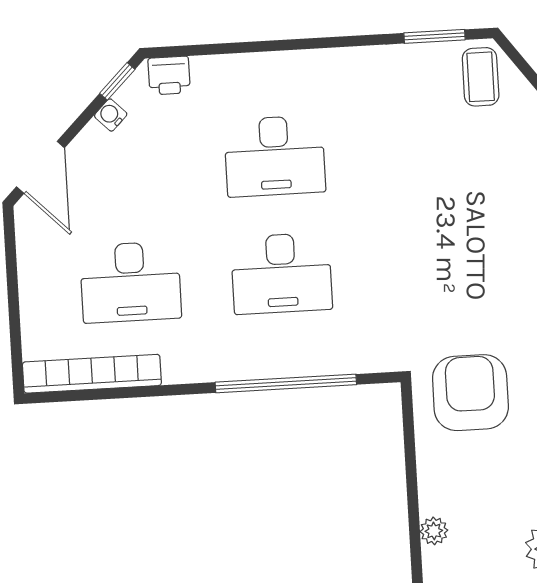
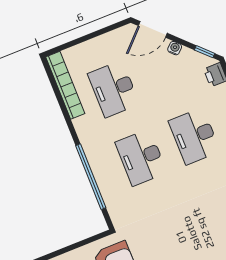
water cooler: (111, 115) -> (175, 48), moved

